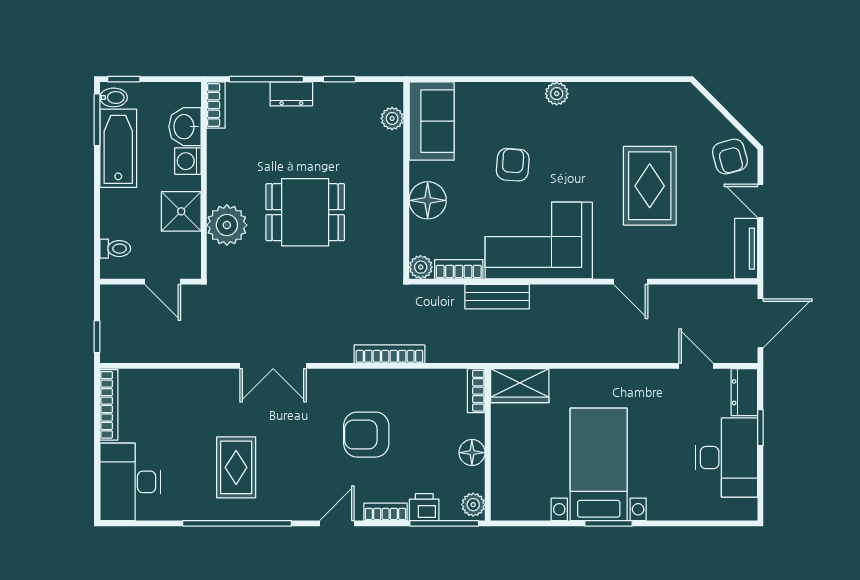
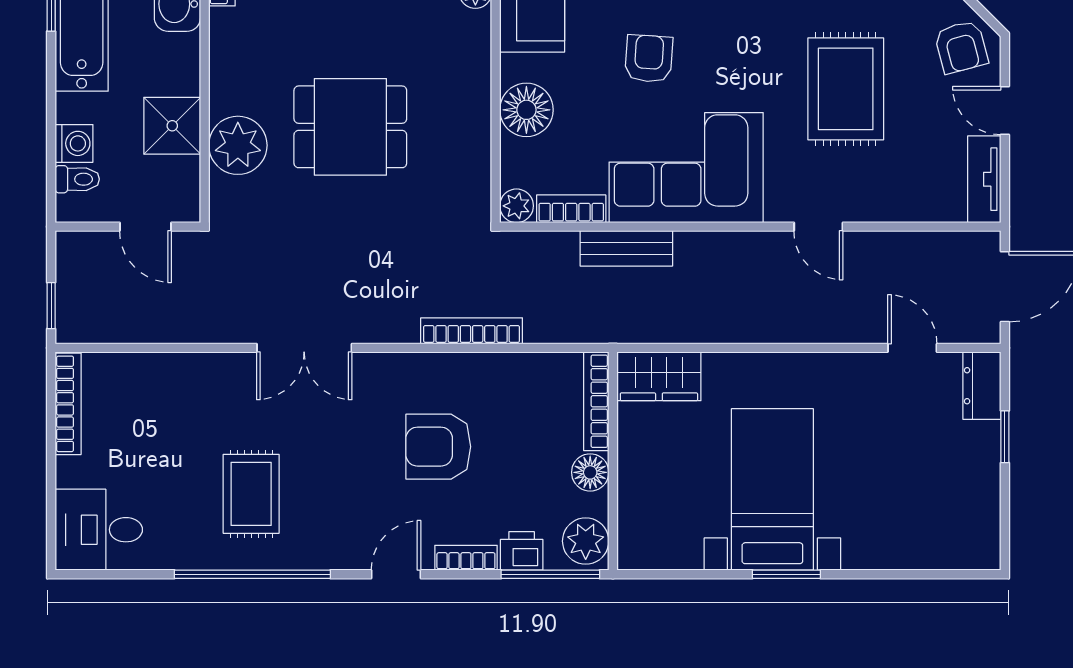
washing machine: (188, 161) -> (74, 143), moved, turned 180
bookcase: (476, 391) -> (596, 401), width x1.56
desk: (726, 458) -> (956, 480), removed
desk: (130, 482) -> (99, 530), width x0.73
plant: (473, 505) -> (586, 541), width x1.38, depth x1.38

